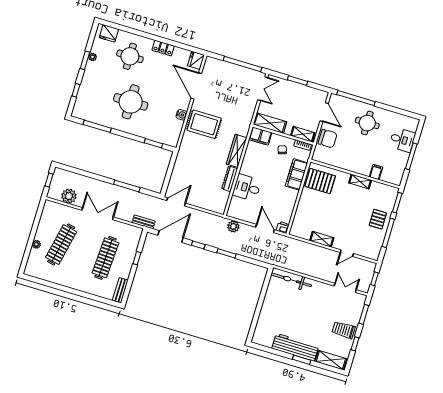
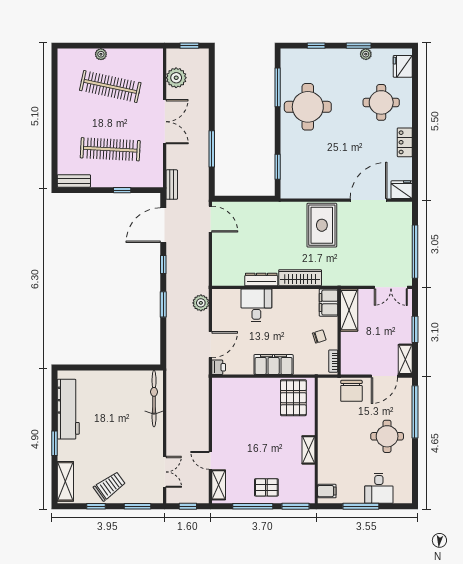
round table: (131, 102) -> (308, 107), moved
water cooler: (181, 115) -> (325, 192), removed
shelving: (303, 134) -> (405, 359), moved
filing cabinet: (376, 172) -> (327, 491), moved
filing cabinet: (297, 174) -> (274, 365), moved
door: (170, 237) -> (163, 225), swing flipped
shelving: (322, 239) -> (219, 485), moved
trolley: (344, 330) -> (110, 486), turned 54
workbench: (295, 347) -> (68, 409), moved

